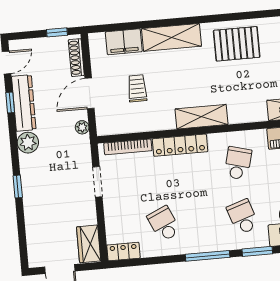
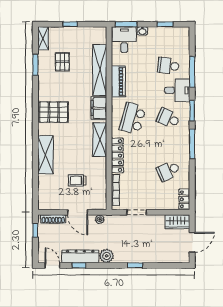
filing cabinet: (124, 42) -> (99, 108), moved, turned 180
pallet: (237, 44) -> (54, 112), turned 90
school desk: (238, 163) -> (133, 118), width x1.85
school desk: (243, 217) -> (168, 118), turned 42

